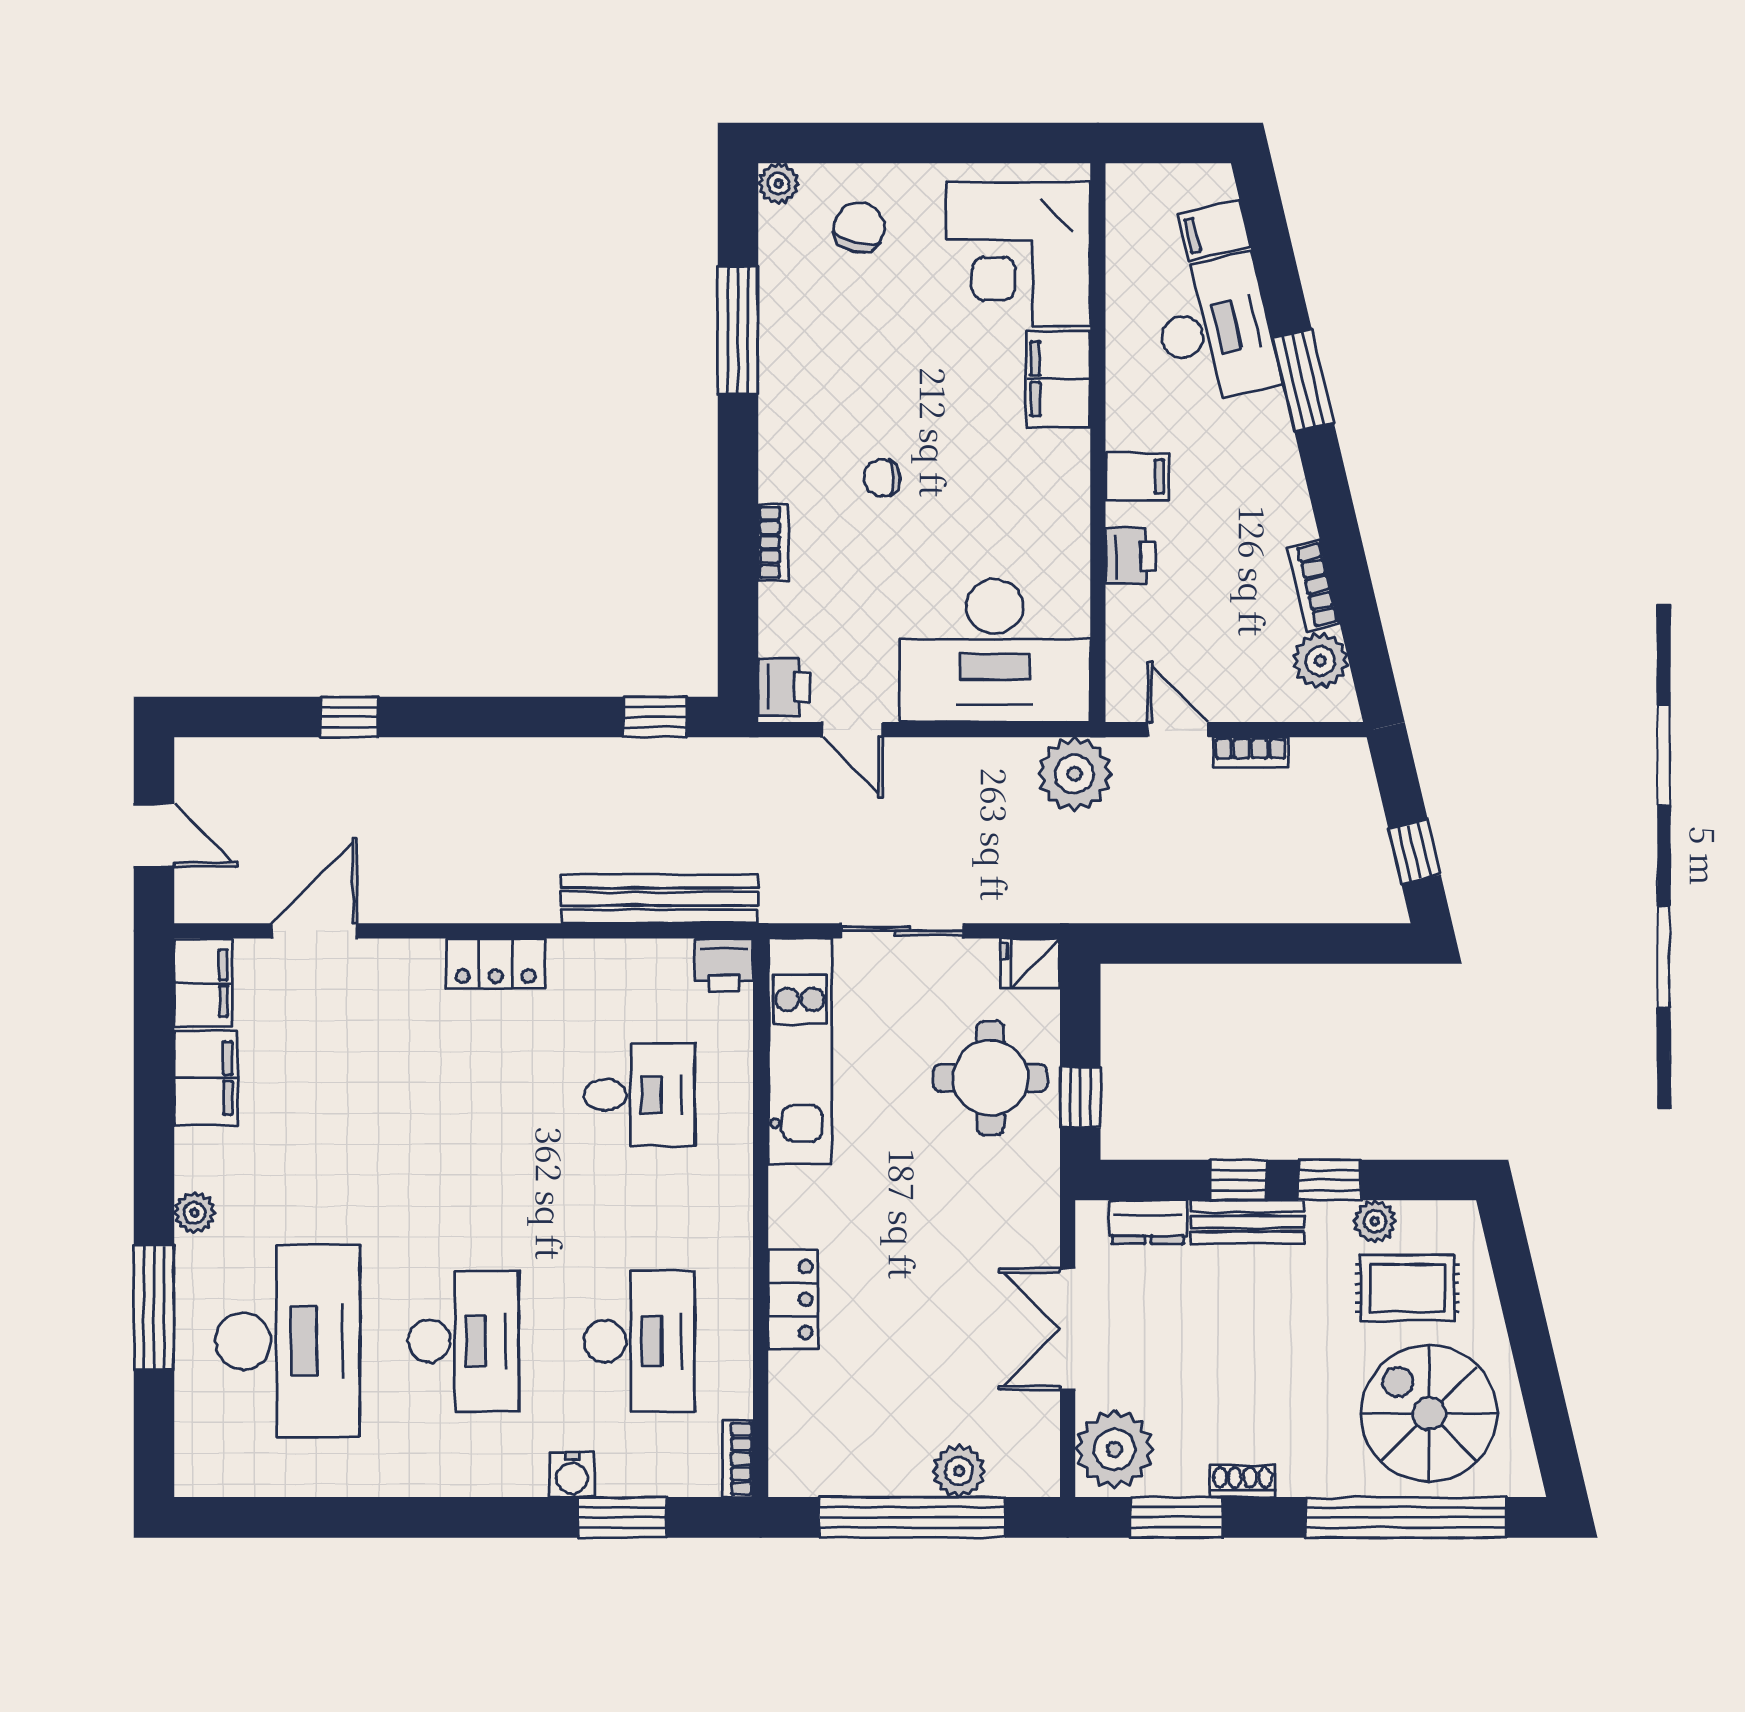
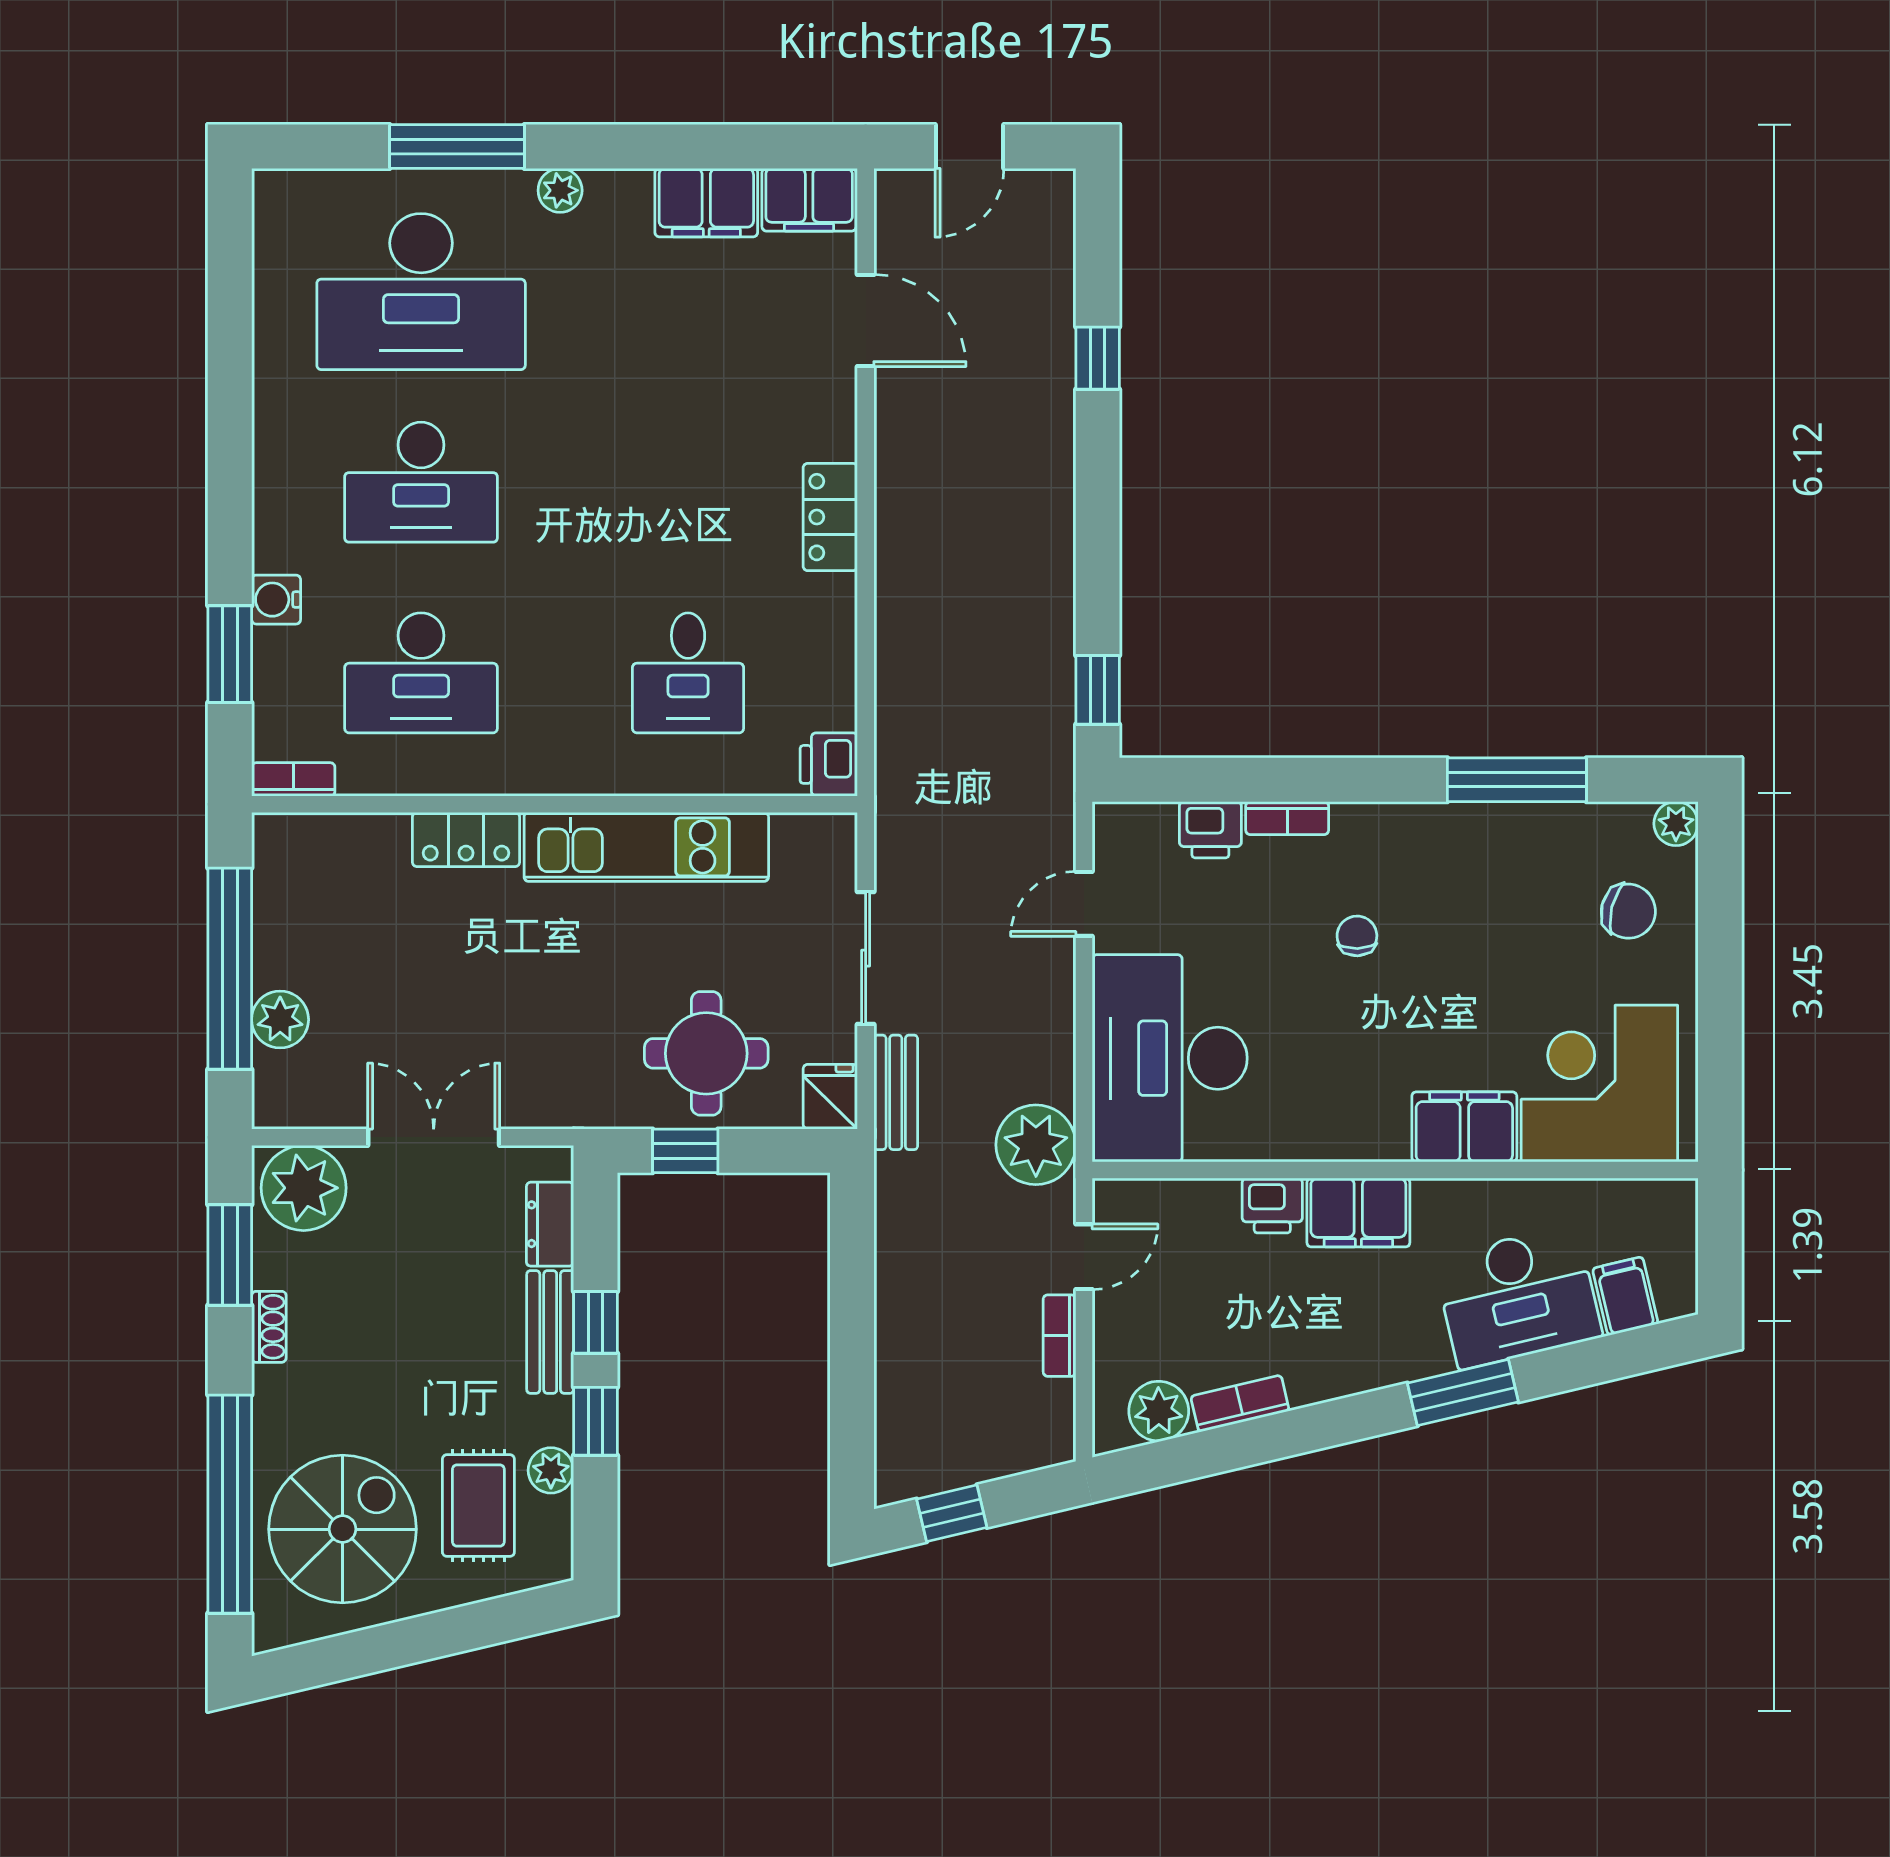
filing cabinet: (1137, 477) -> (1358, 1213), width x2.00
printer: (784, 687) -> (1210, 830), moved
bench: (660, 899) -> (896, 1092), moved, width x0.54, depth x0.82
kitchen unit: (800, 1051) -> (646, 847), moved

